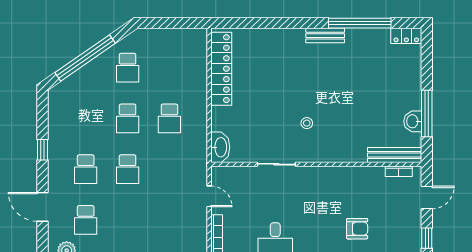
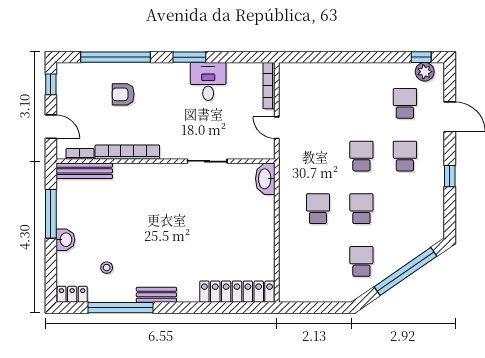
locker: (221, 69) -> (237, 292), moved, turned 90
washbasin: (413, 121) -> (65, 240), moved
stool: (307, 123) -> (107, 268), moved
bookcase: (353, 173) -> (127, 152), added
door: (427, 197) -> (51, 127), swing flipped

